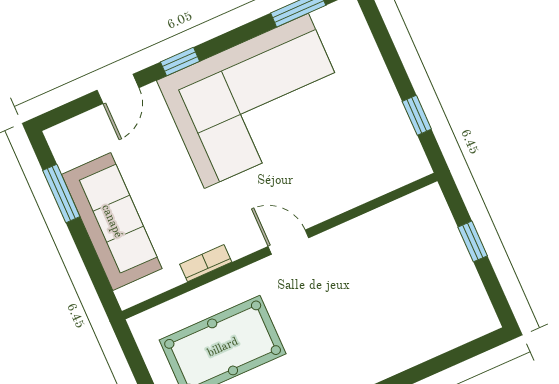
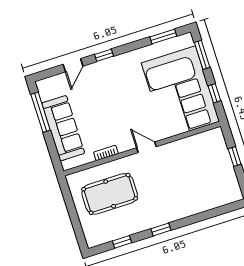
window: (383, 39) -> (202, 55), added
corner sofa: (256, 101) -> (180, 92), moved, turned 90
window: (61, 193) -> (41, 112), width x1.44

